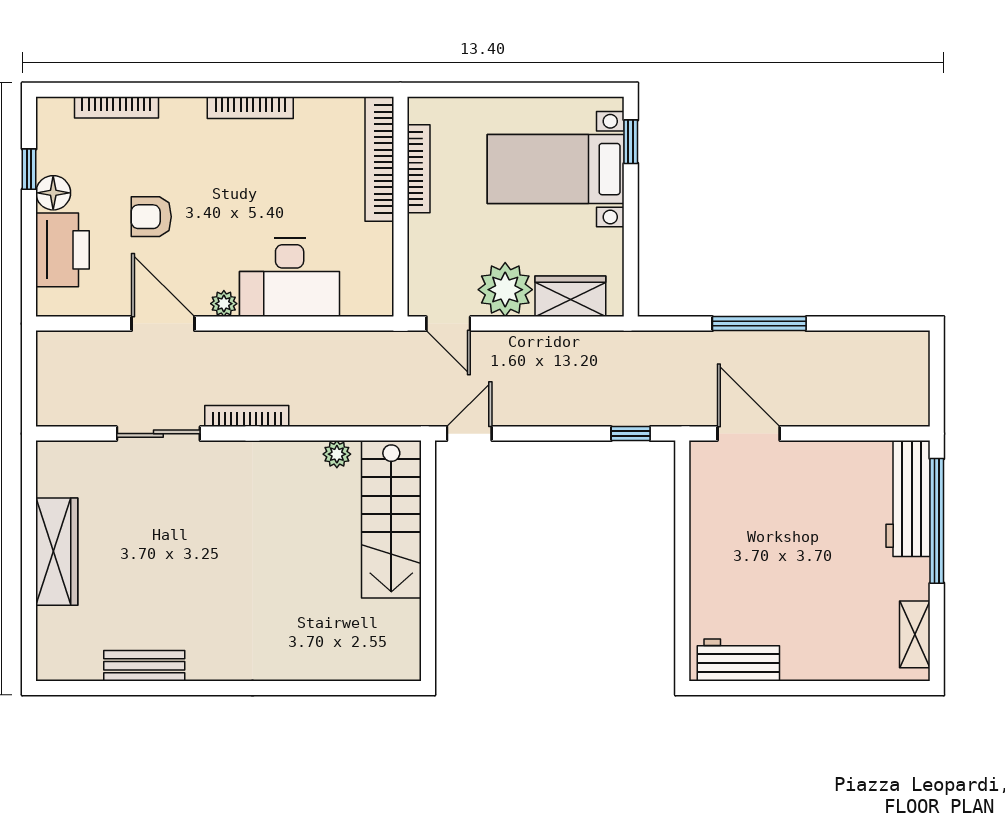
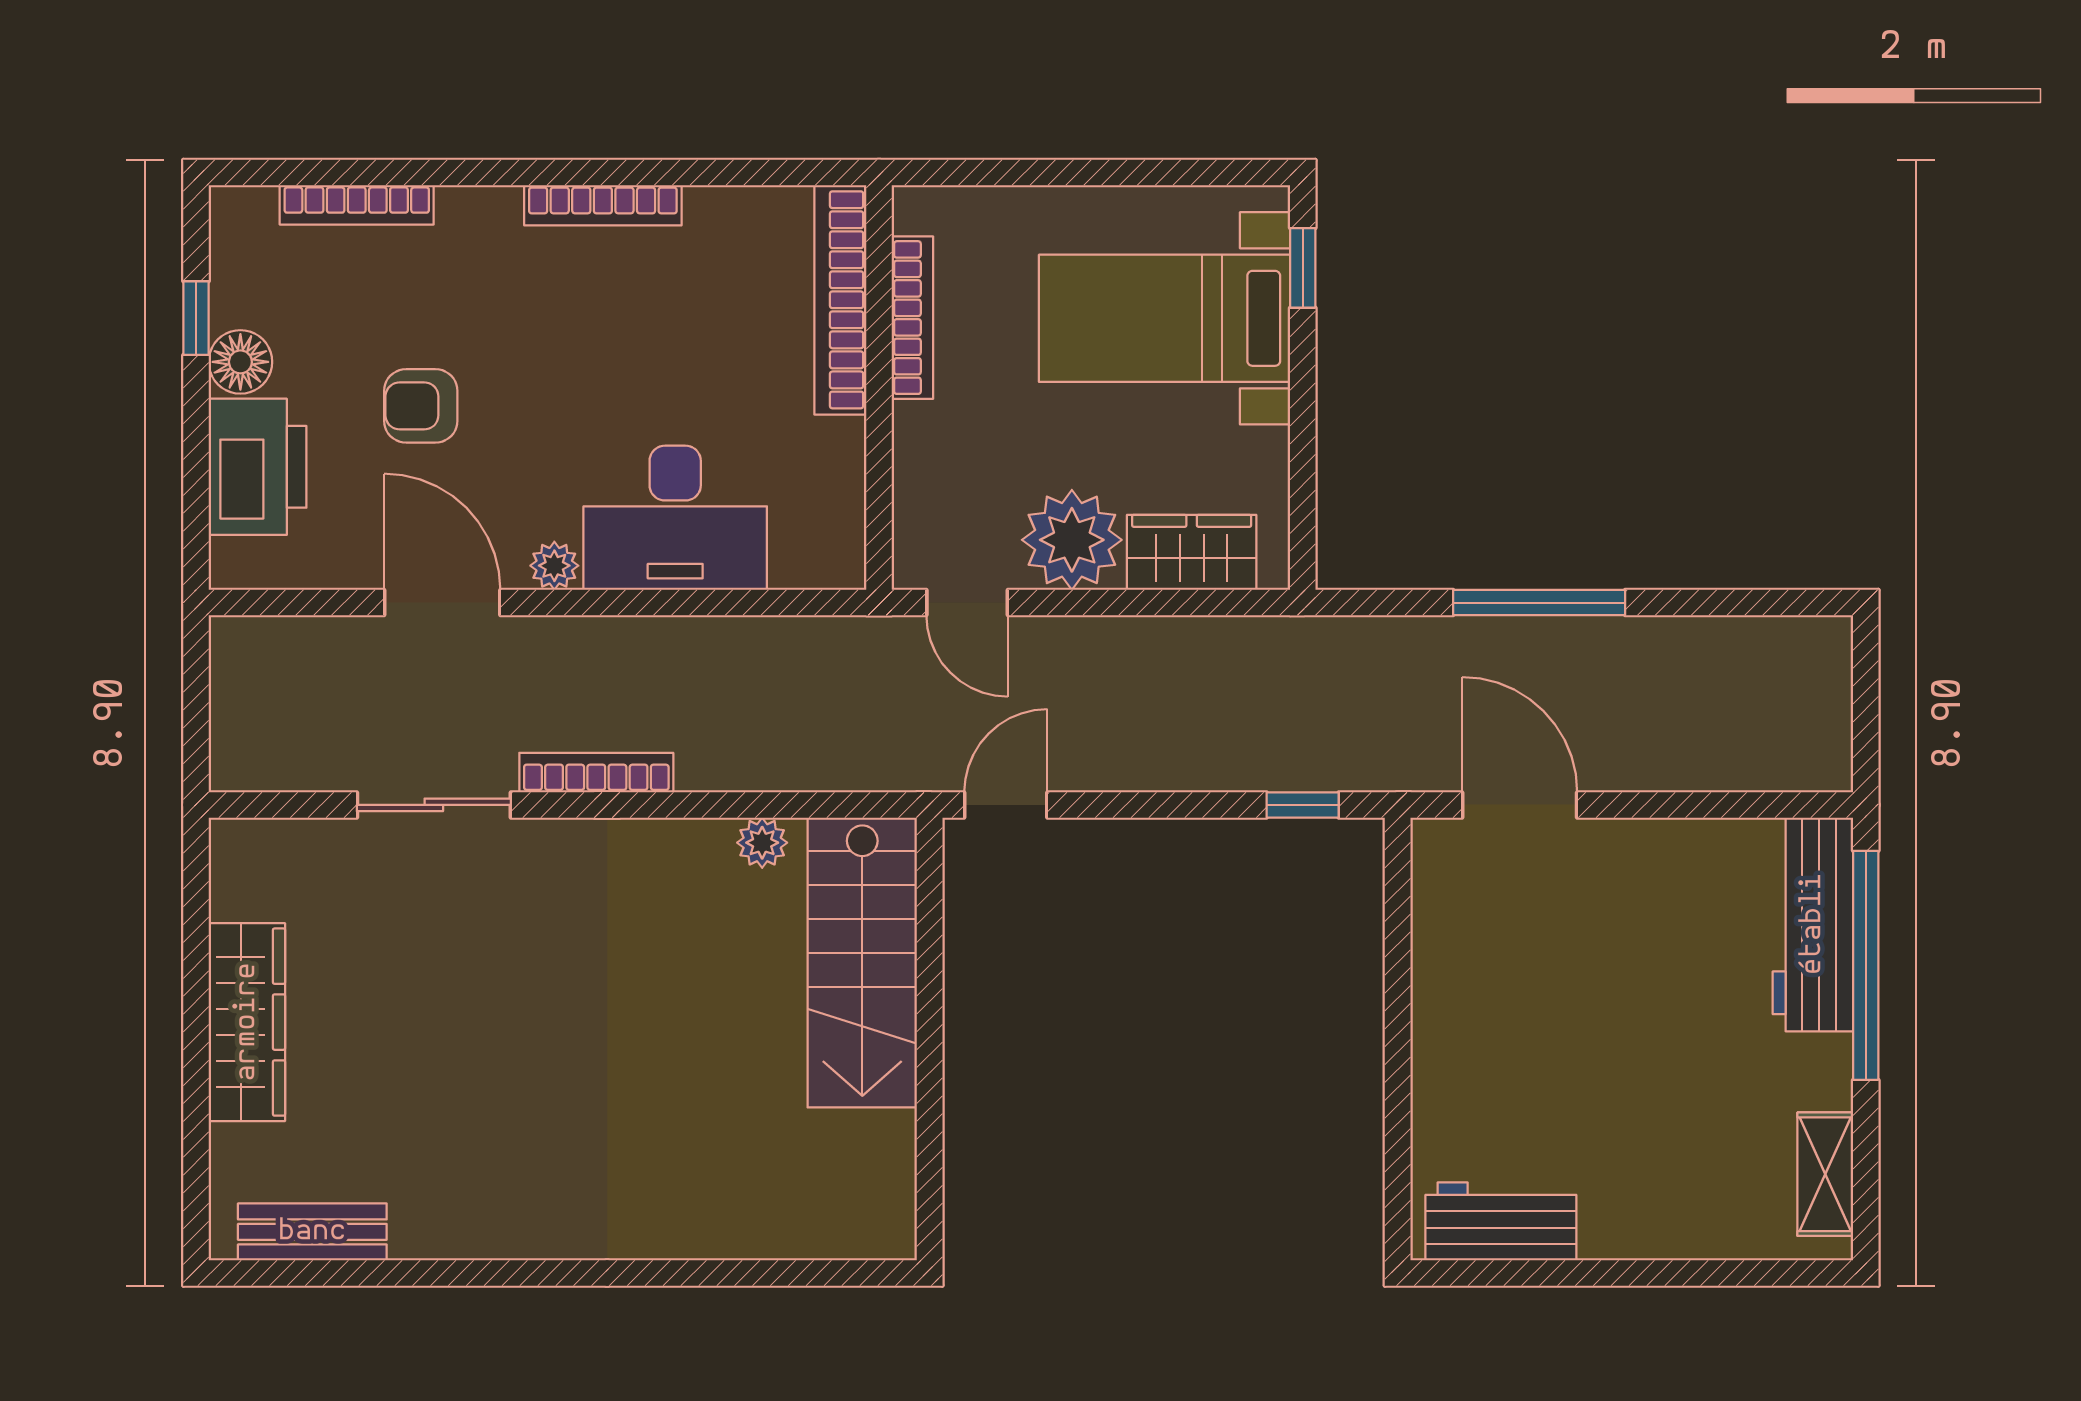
bench: (144, 666) -> (312, 1232), moved

